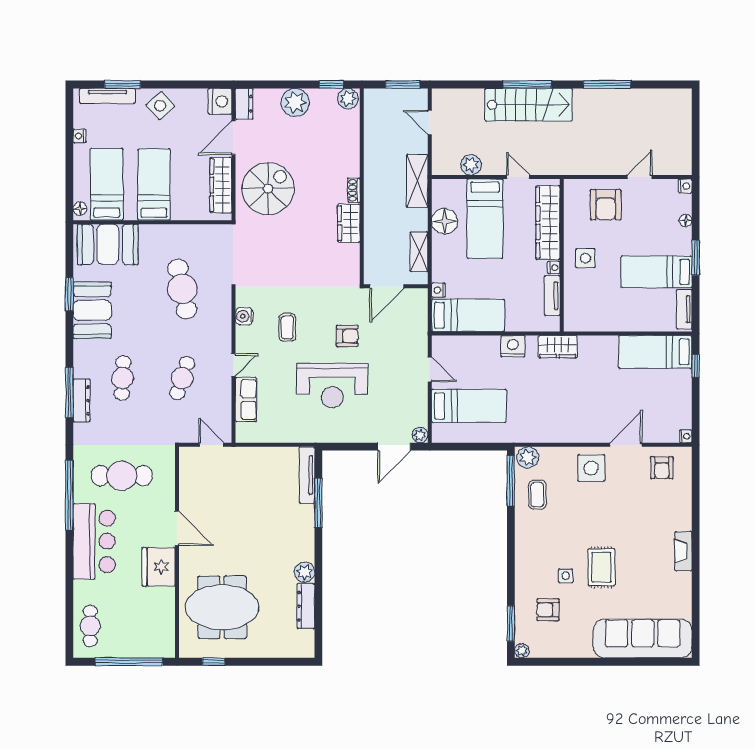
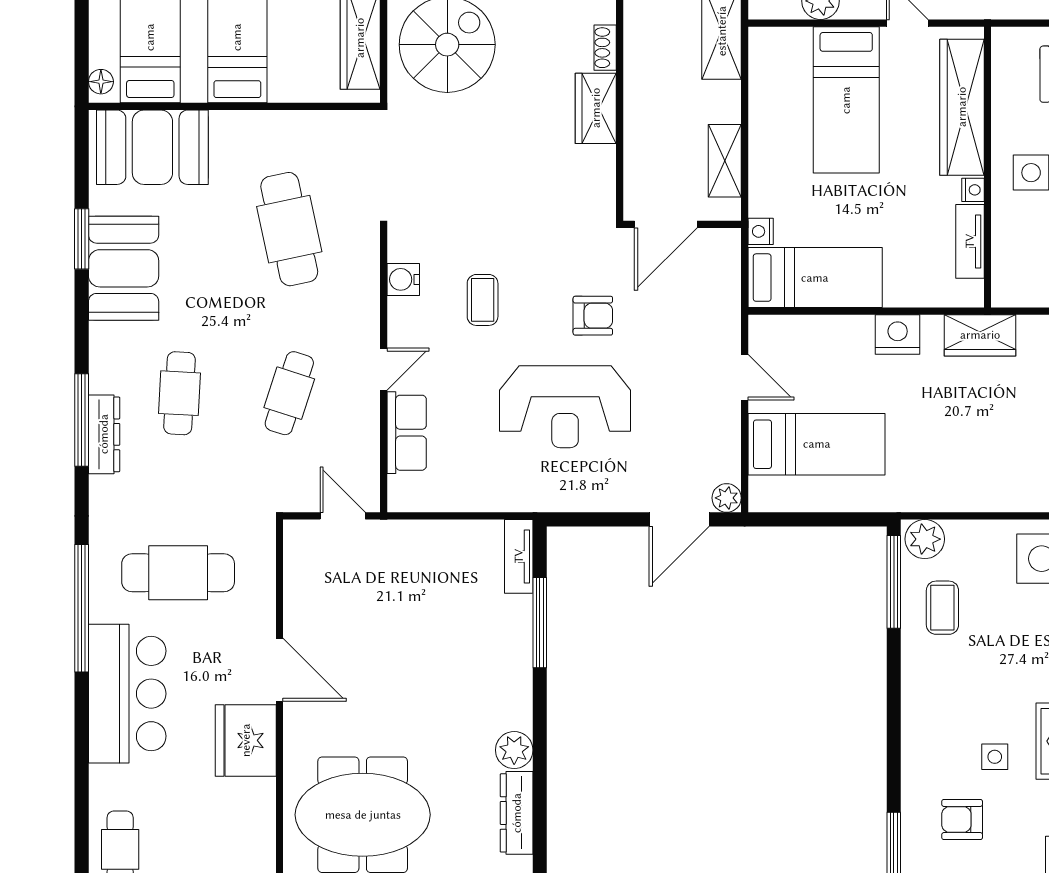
floor lamp: (445, 221) -> (772, 105), removed
tv unit: (307, 475) -> (519, 556), width x0.71

